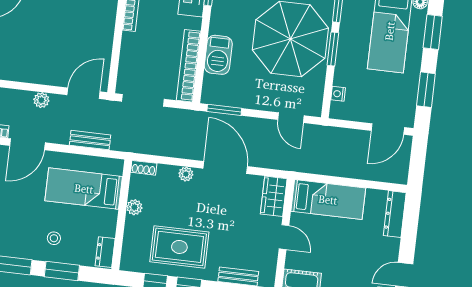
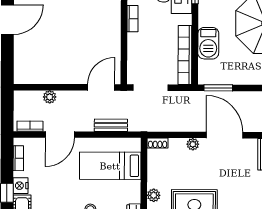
plant: (41, 100) -> (50, 97), moved
plant: (134, 207) -> (154, 195), moved

